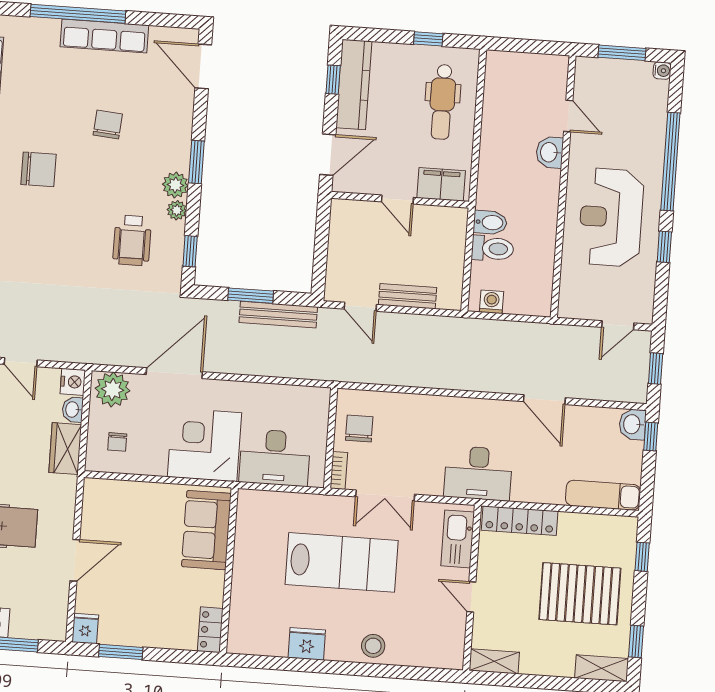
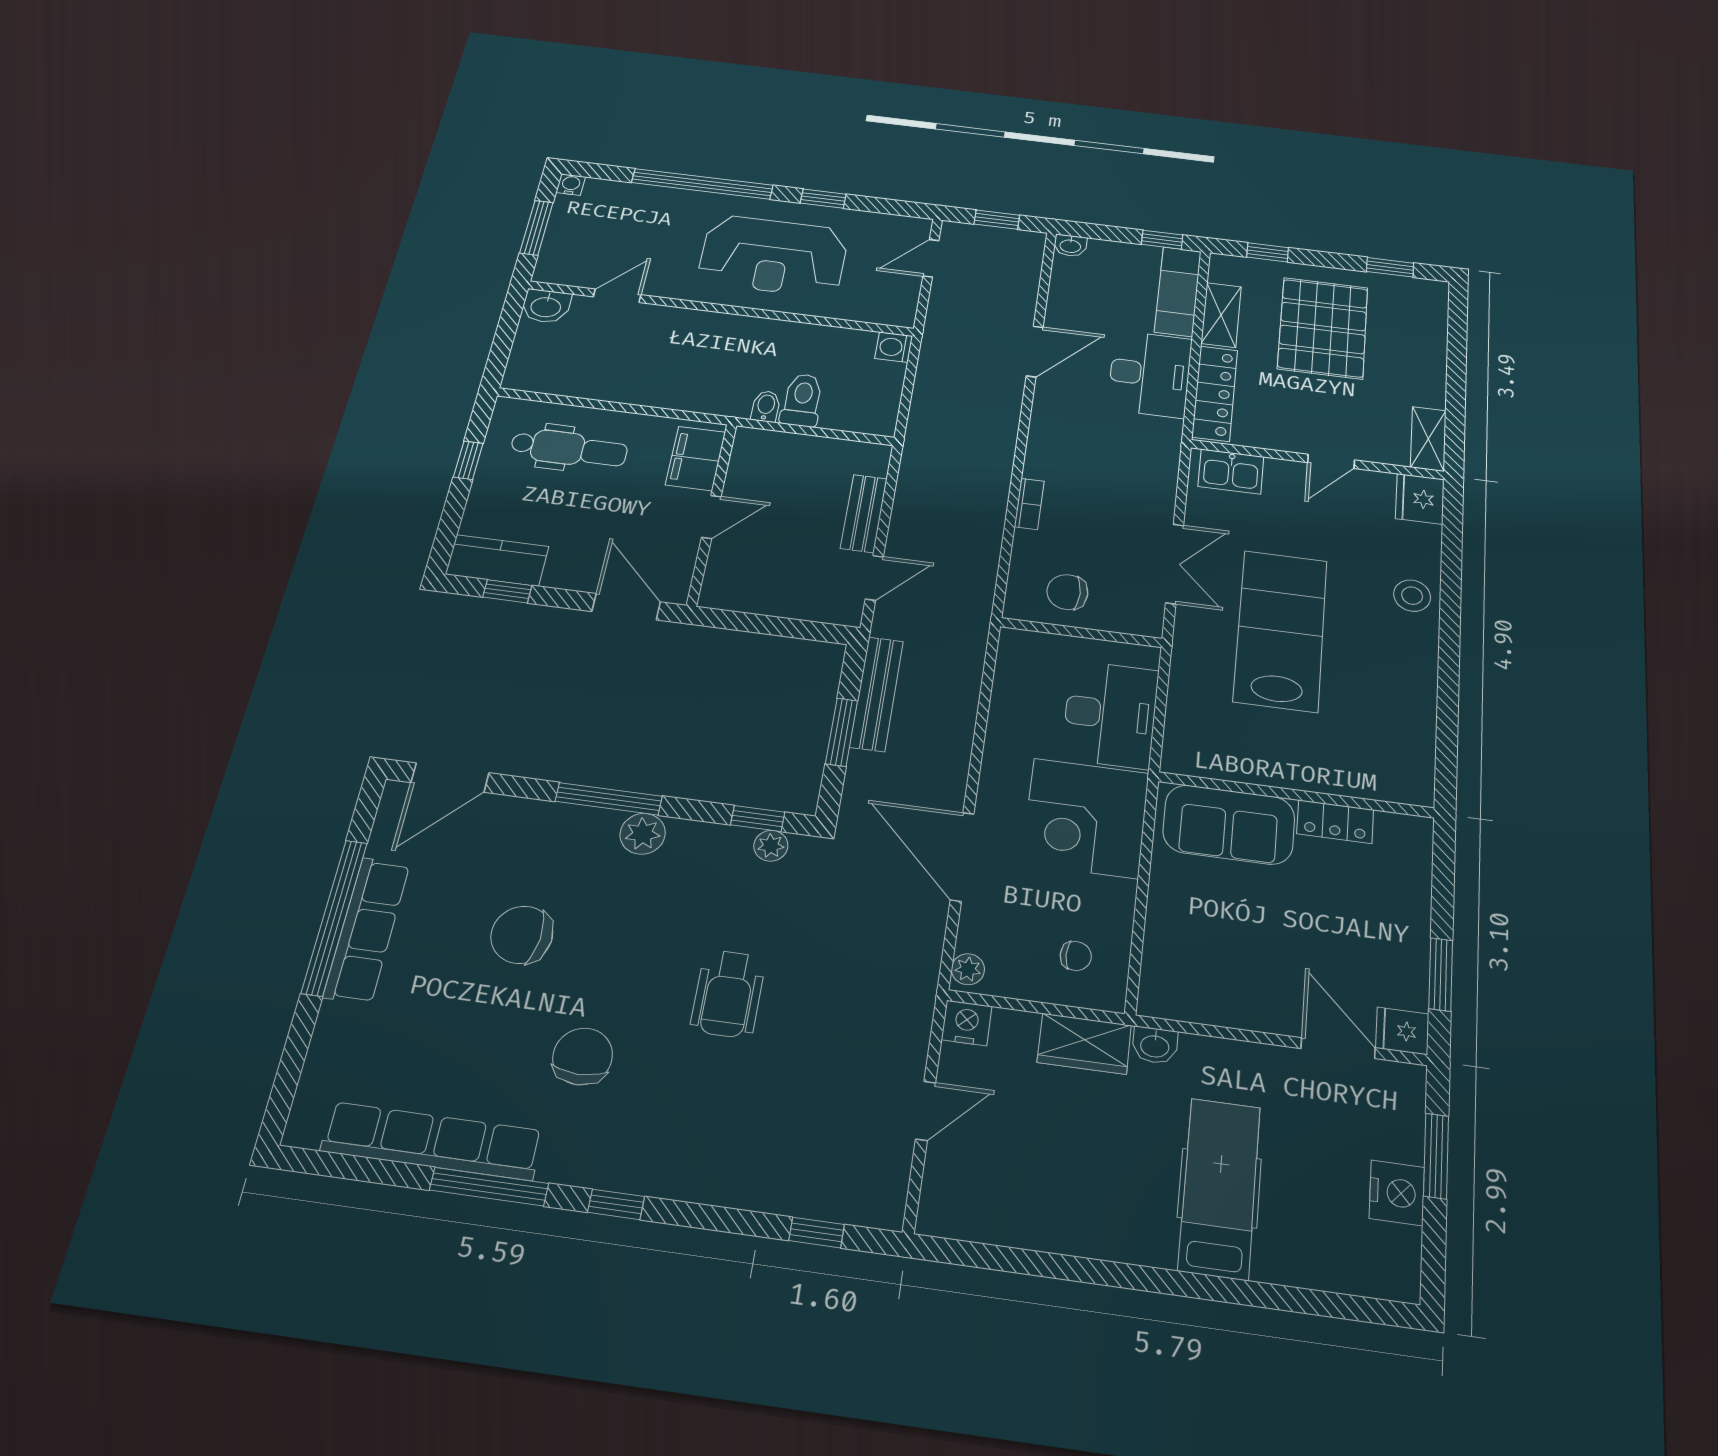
window: (78, 14) -> (334, 917), moved
kitchen counter: (354, 84) -> (497, 560), width x0.67
chair: (108, 125) -> (522, 935), width x1.37, depth x1.37
washbasin: (550, 152) -> (546, 306), moved
window: (196, 162) -> (609, 799), width x1.44
plant: (177, 210) -> (771, 846), moved
bidet: (490, 222) -> (766, 406), width x0.72, depth x0.74
wheelchair: (132, 240) -> (728, 994), moved, turned 90
washing machine: (491, 302) -> (894, 347), moved
door: (618, 325) -> (931, 258), swing flipped
plant: (112, 389) -> (968, 969), width x0.53, depth x0.53
washbasin: (73, 410) -> (1155, 1045), moved
washbasin: (632, 424) -> (1070, 246), width x0.72, depth x0.69
window: (651, 436) -> (1162, 240), moved
bookcase: (339, 471) -> (1029, 504), moved, turned 90
desk: (478, 473) -> (1150, 374), moved
kitchen sink: (458, 539) -> (1231, 472), width x0.73
door: (75, 560) -> (1338, 1048), moved
locker: (210, 630) -> (1335, 822), moved
fridge: (307, 644) -> (1420, 499), moved
shelving: (602, 668) -> (1221, 315), moved

